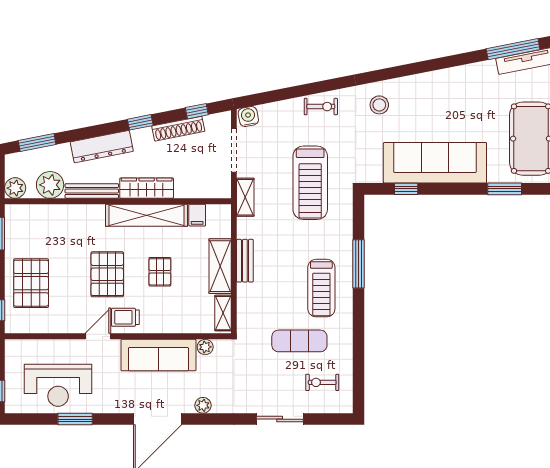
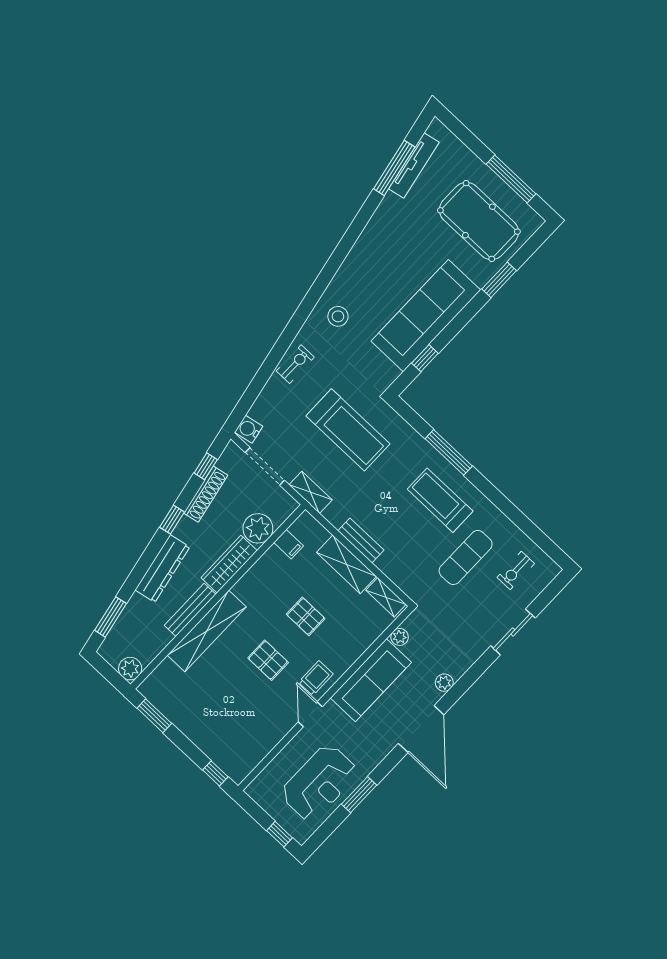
plant: (50, 185) -> (258, 528), moved
shelving: (146, 215) -> (207, 631), moved
pallet: (107, 274) -> (268, 660), width x0.67, depth x0.71
pallet: (31, 283) -> (218, 727), removed
treadmill: (321, 288) -> (440, 500), turned 180
trolley: (125, 317) -> (316, 678), turned 180

